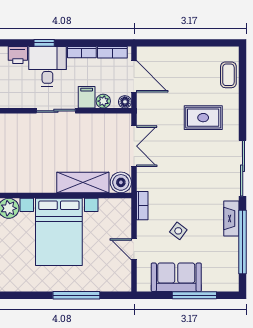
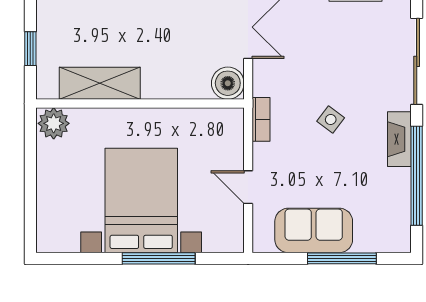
shelving: (83, 182) -> (100, 83), moved
side table: (178, 231) -> (331, 119), moved
bed with nightstands: (59, 232) -> (141, 200), moved, turned 180

